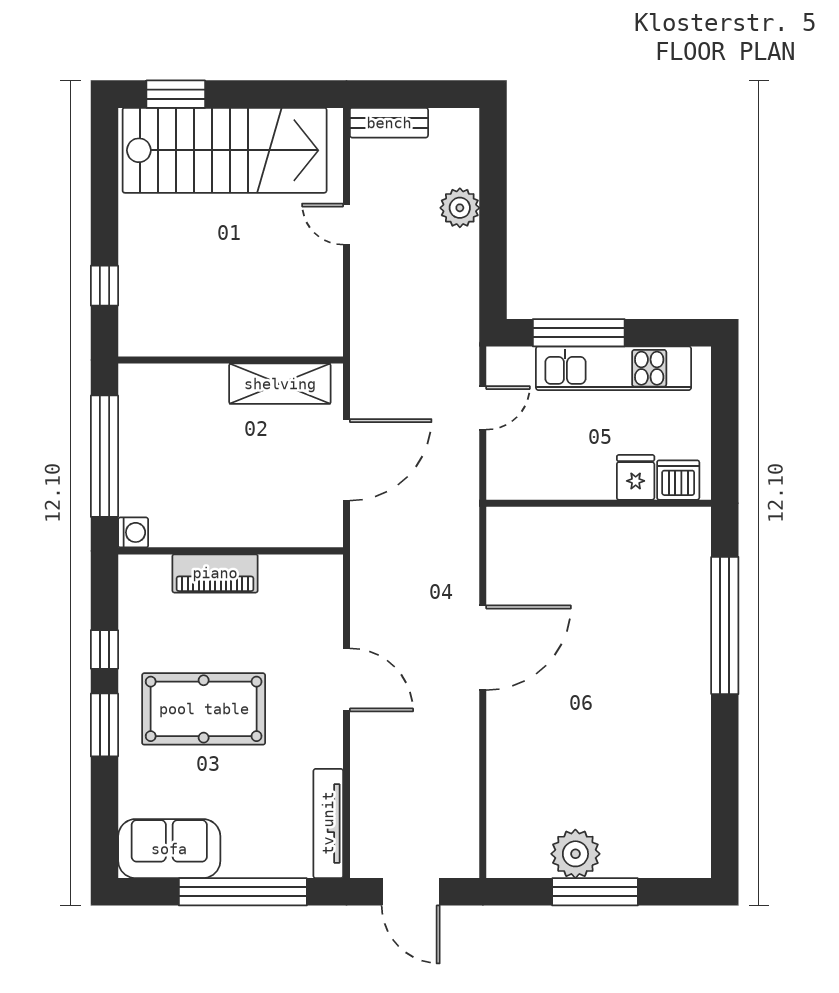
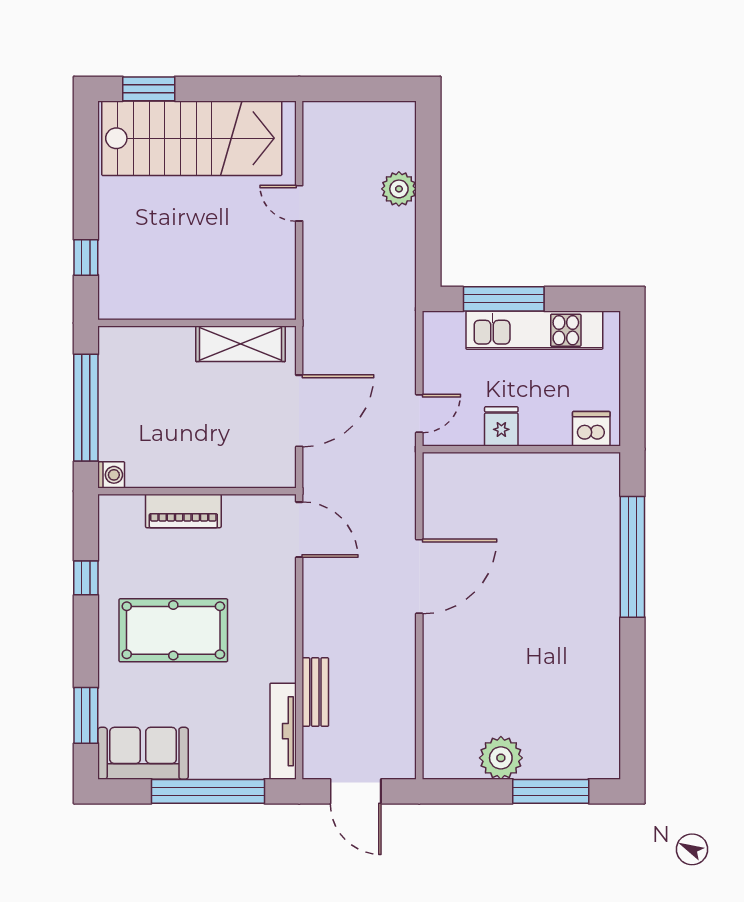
bench: (389, 123) -> (315, 692), moved, turned 90
door: (483, 408) -> (419, 413), moved
fridge: (636, 477) -> (501, 426), moved
door: (346, 680) -> (299, 530), moved
window: (104, 725) -> (86, 715), moved
window: (595, 892) -> (551, 791), moved

